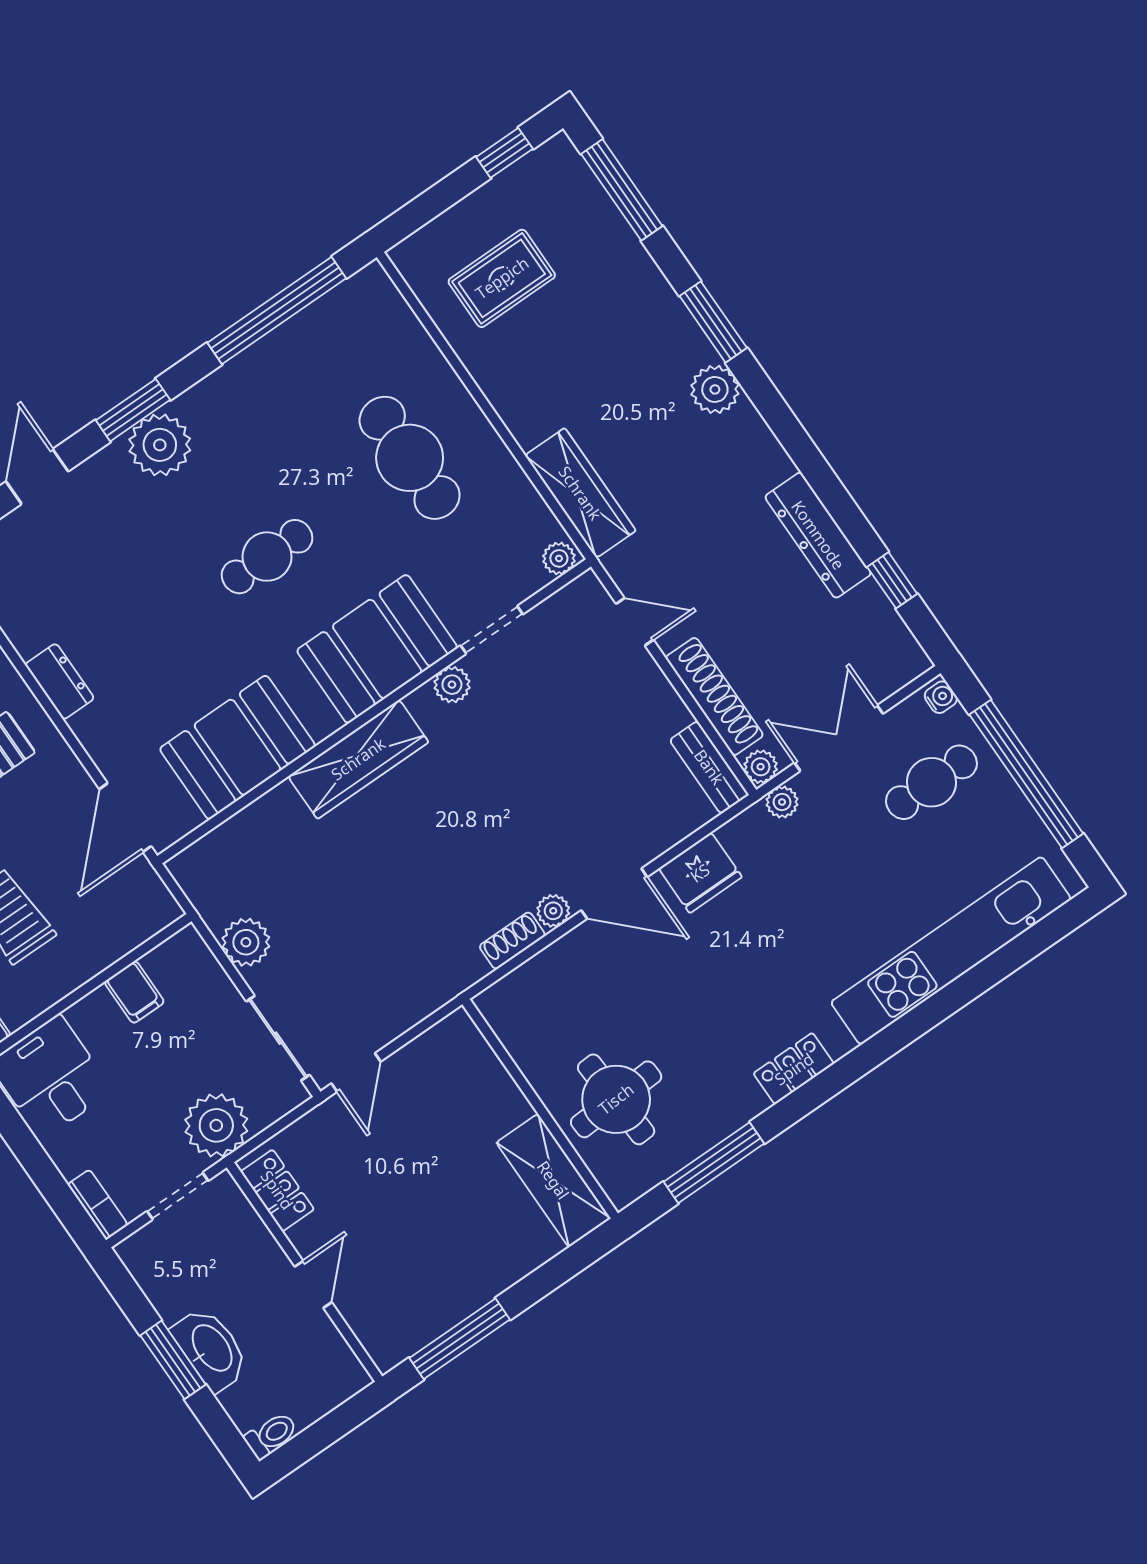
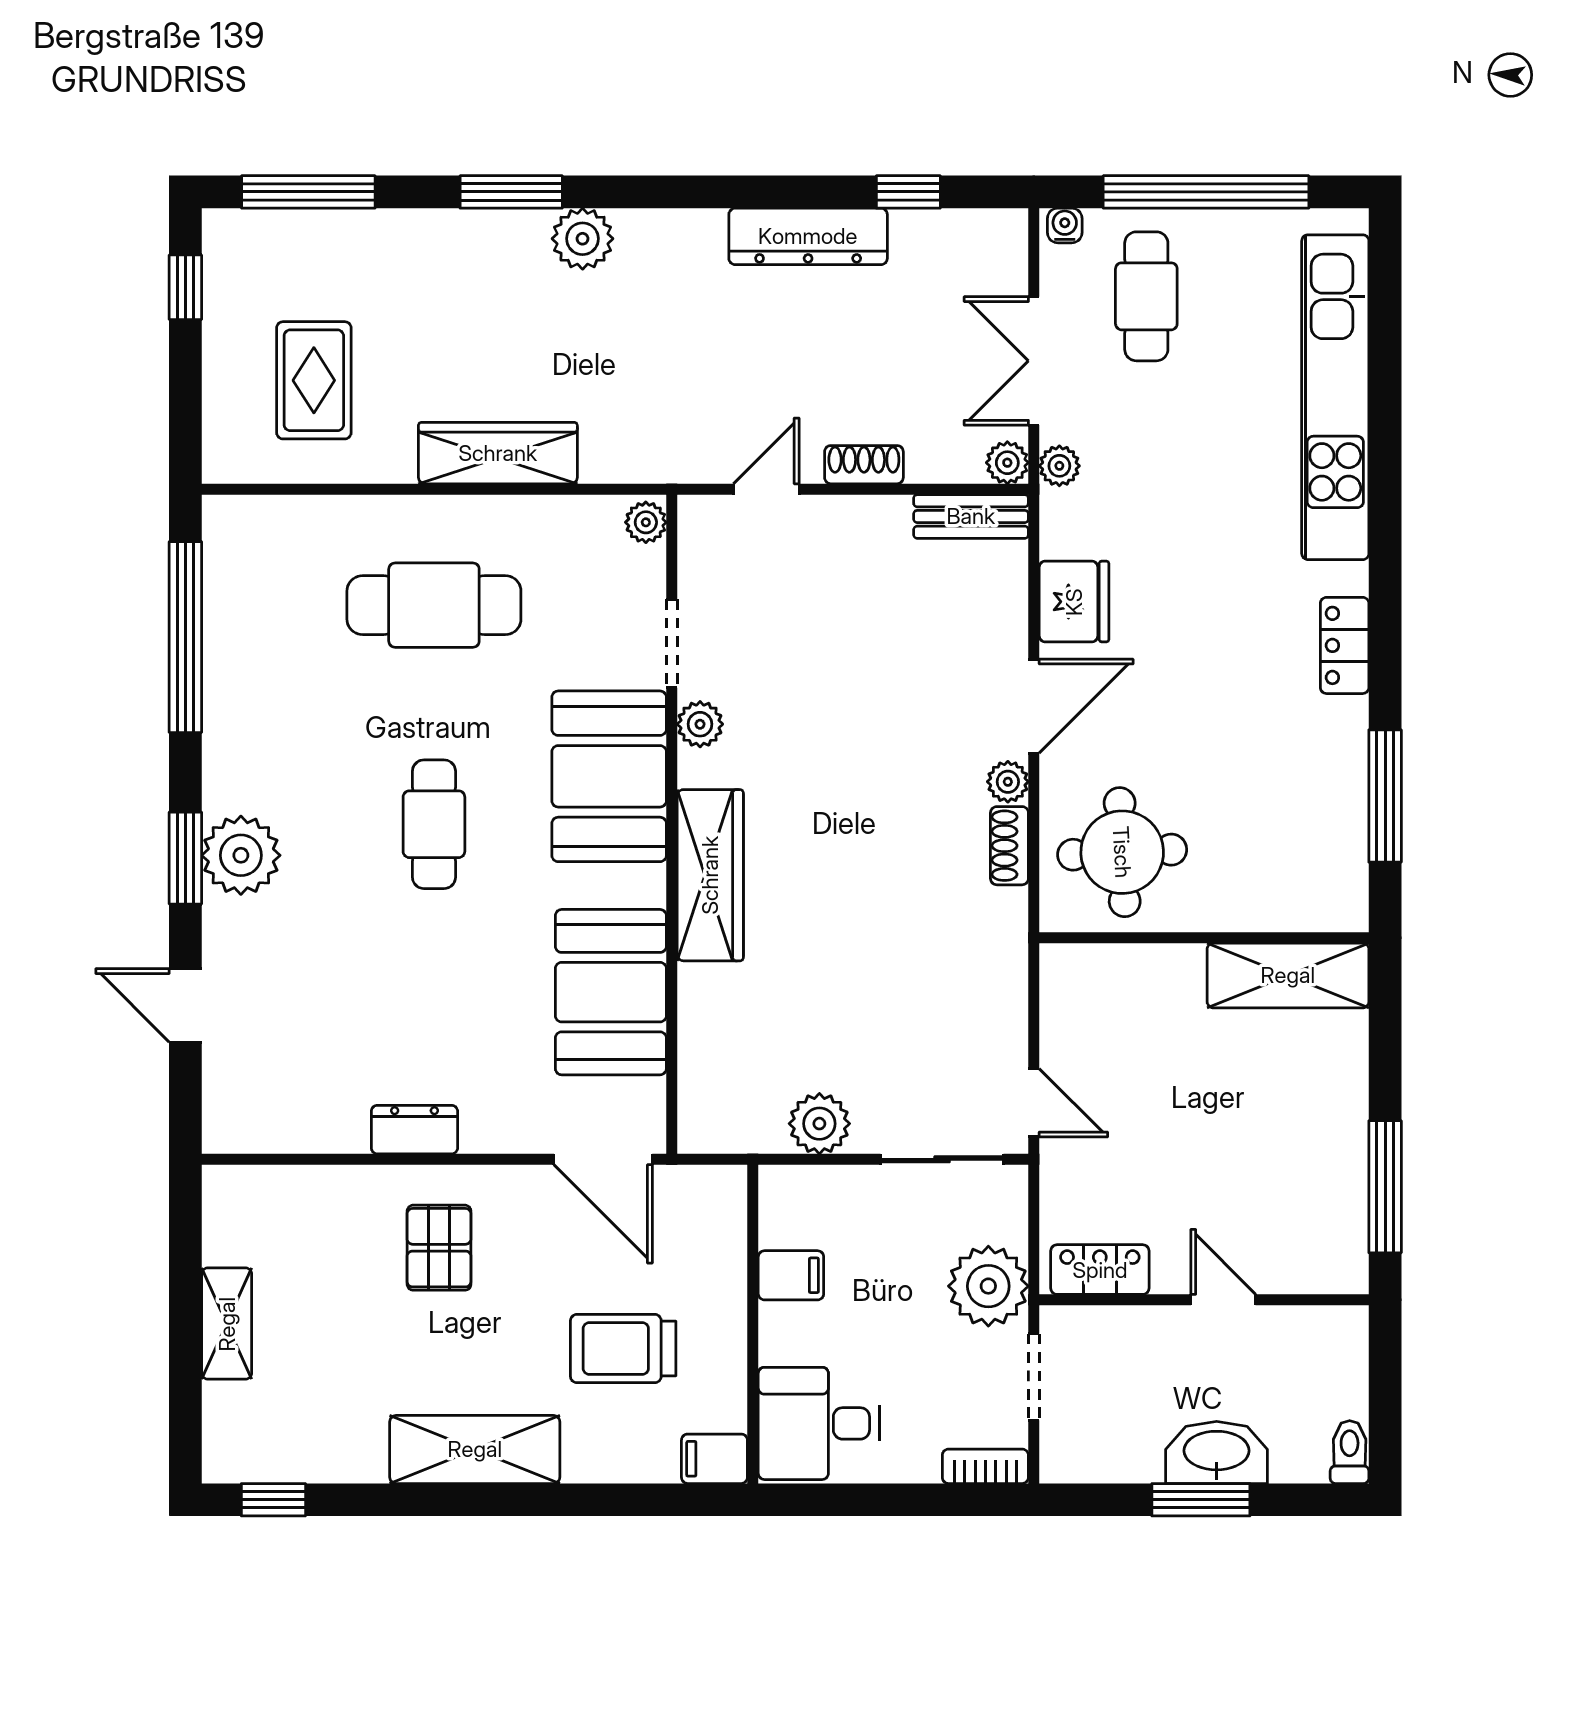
wardrobe: (580, 493) -> (498, 453), moved
shoe rack: (714, 696) -> (864, 465), width x0.51, depth x0.81
round table: (616, 1099) -> (1122, 852), moved

